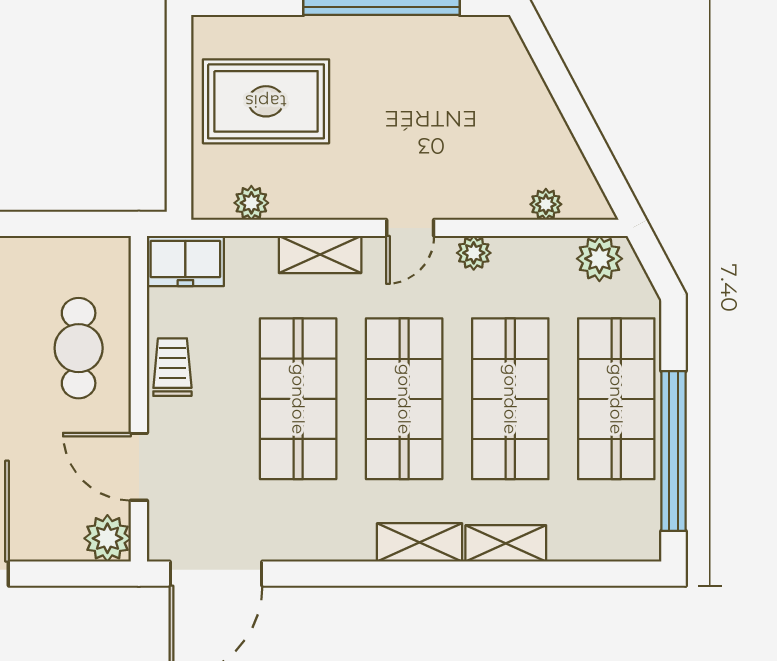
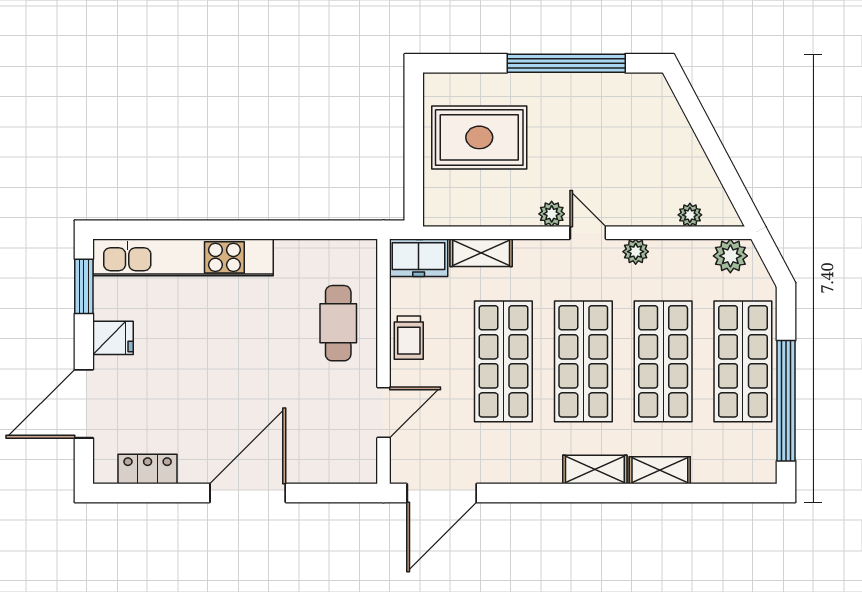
plant: (251, 203) -> (552, 214), moved
door: (410, 228) -> (588, 233), swing flipped
shelving: (320, 255) -> (481, 253), moved
trolley: (172, 367) -> (409, 338), turned 180
door: (139, 467) -> (384, 412), swing flipped
plant: (107, 538) -> (360, 466), removed

